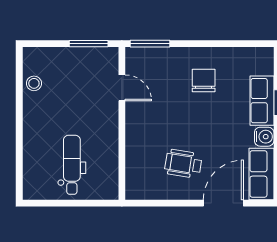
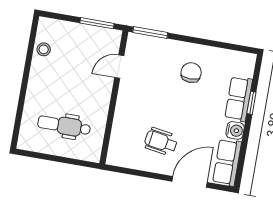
door: (122, 88) -> (119, 67), swing flipped
dental chair: (72, 165) -> (64, 126), turned -90

